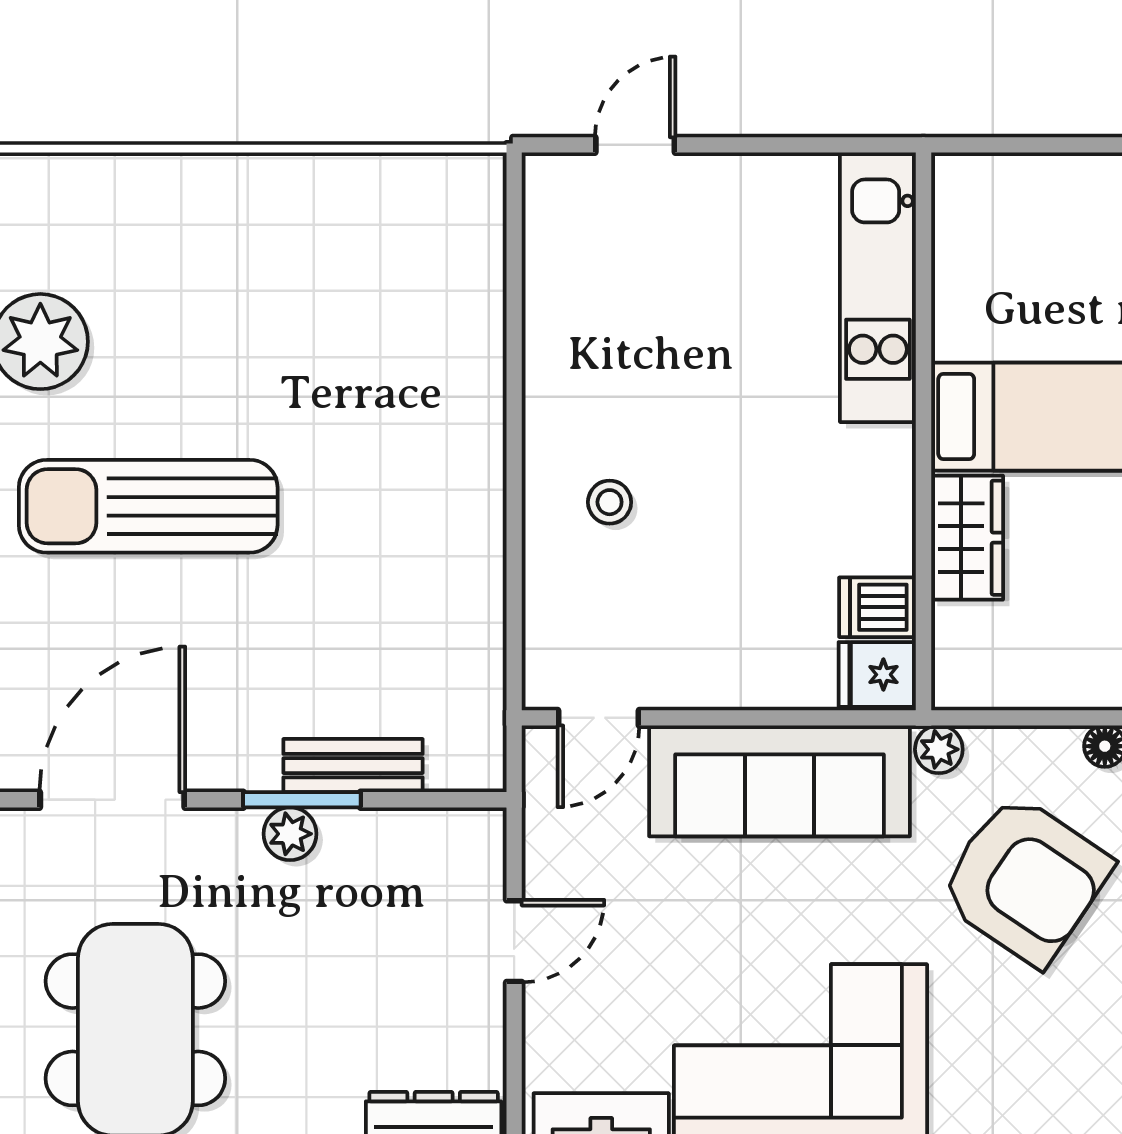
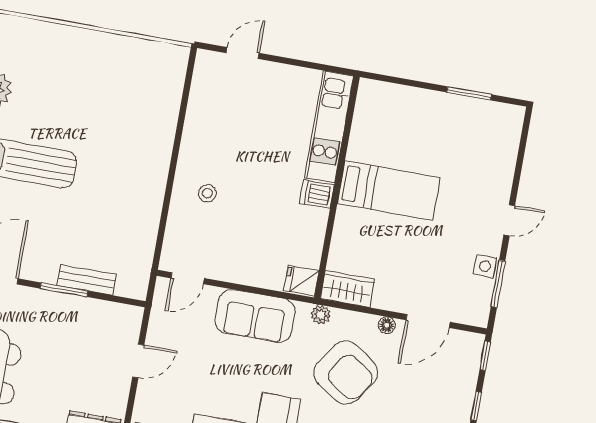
wardrobe: (967, 538) -> (347, 289), moved, turned -90
dishwasher: (878, 607) -> (317, 194), moved
sofa: (780, 781) -> (255, 316), width x0.73
plant: (290, 834) -> (57, 302), removed

